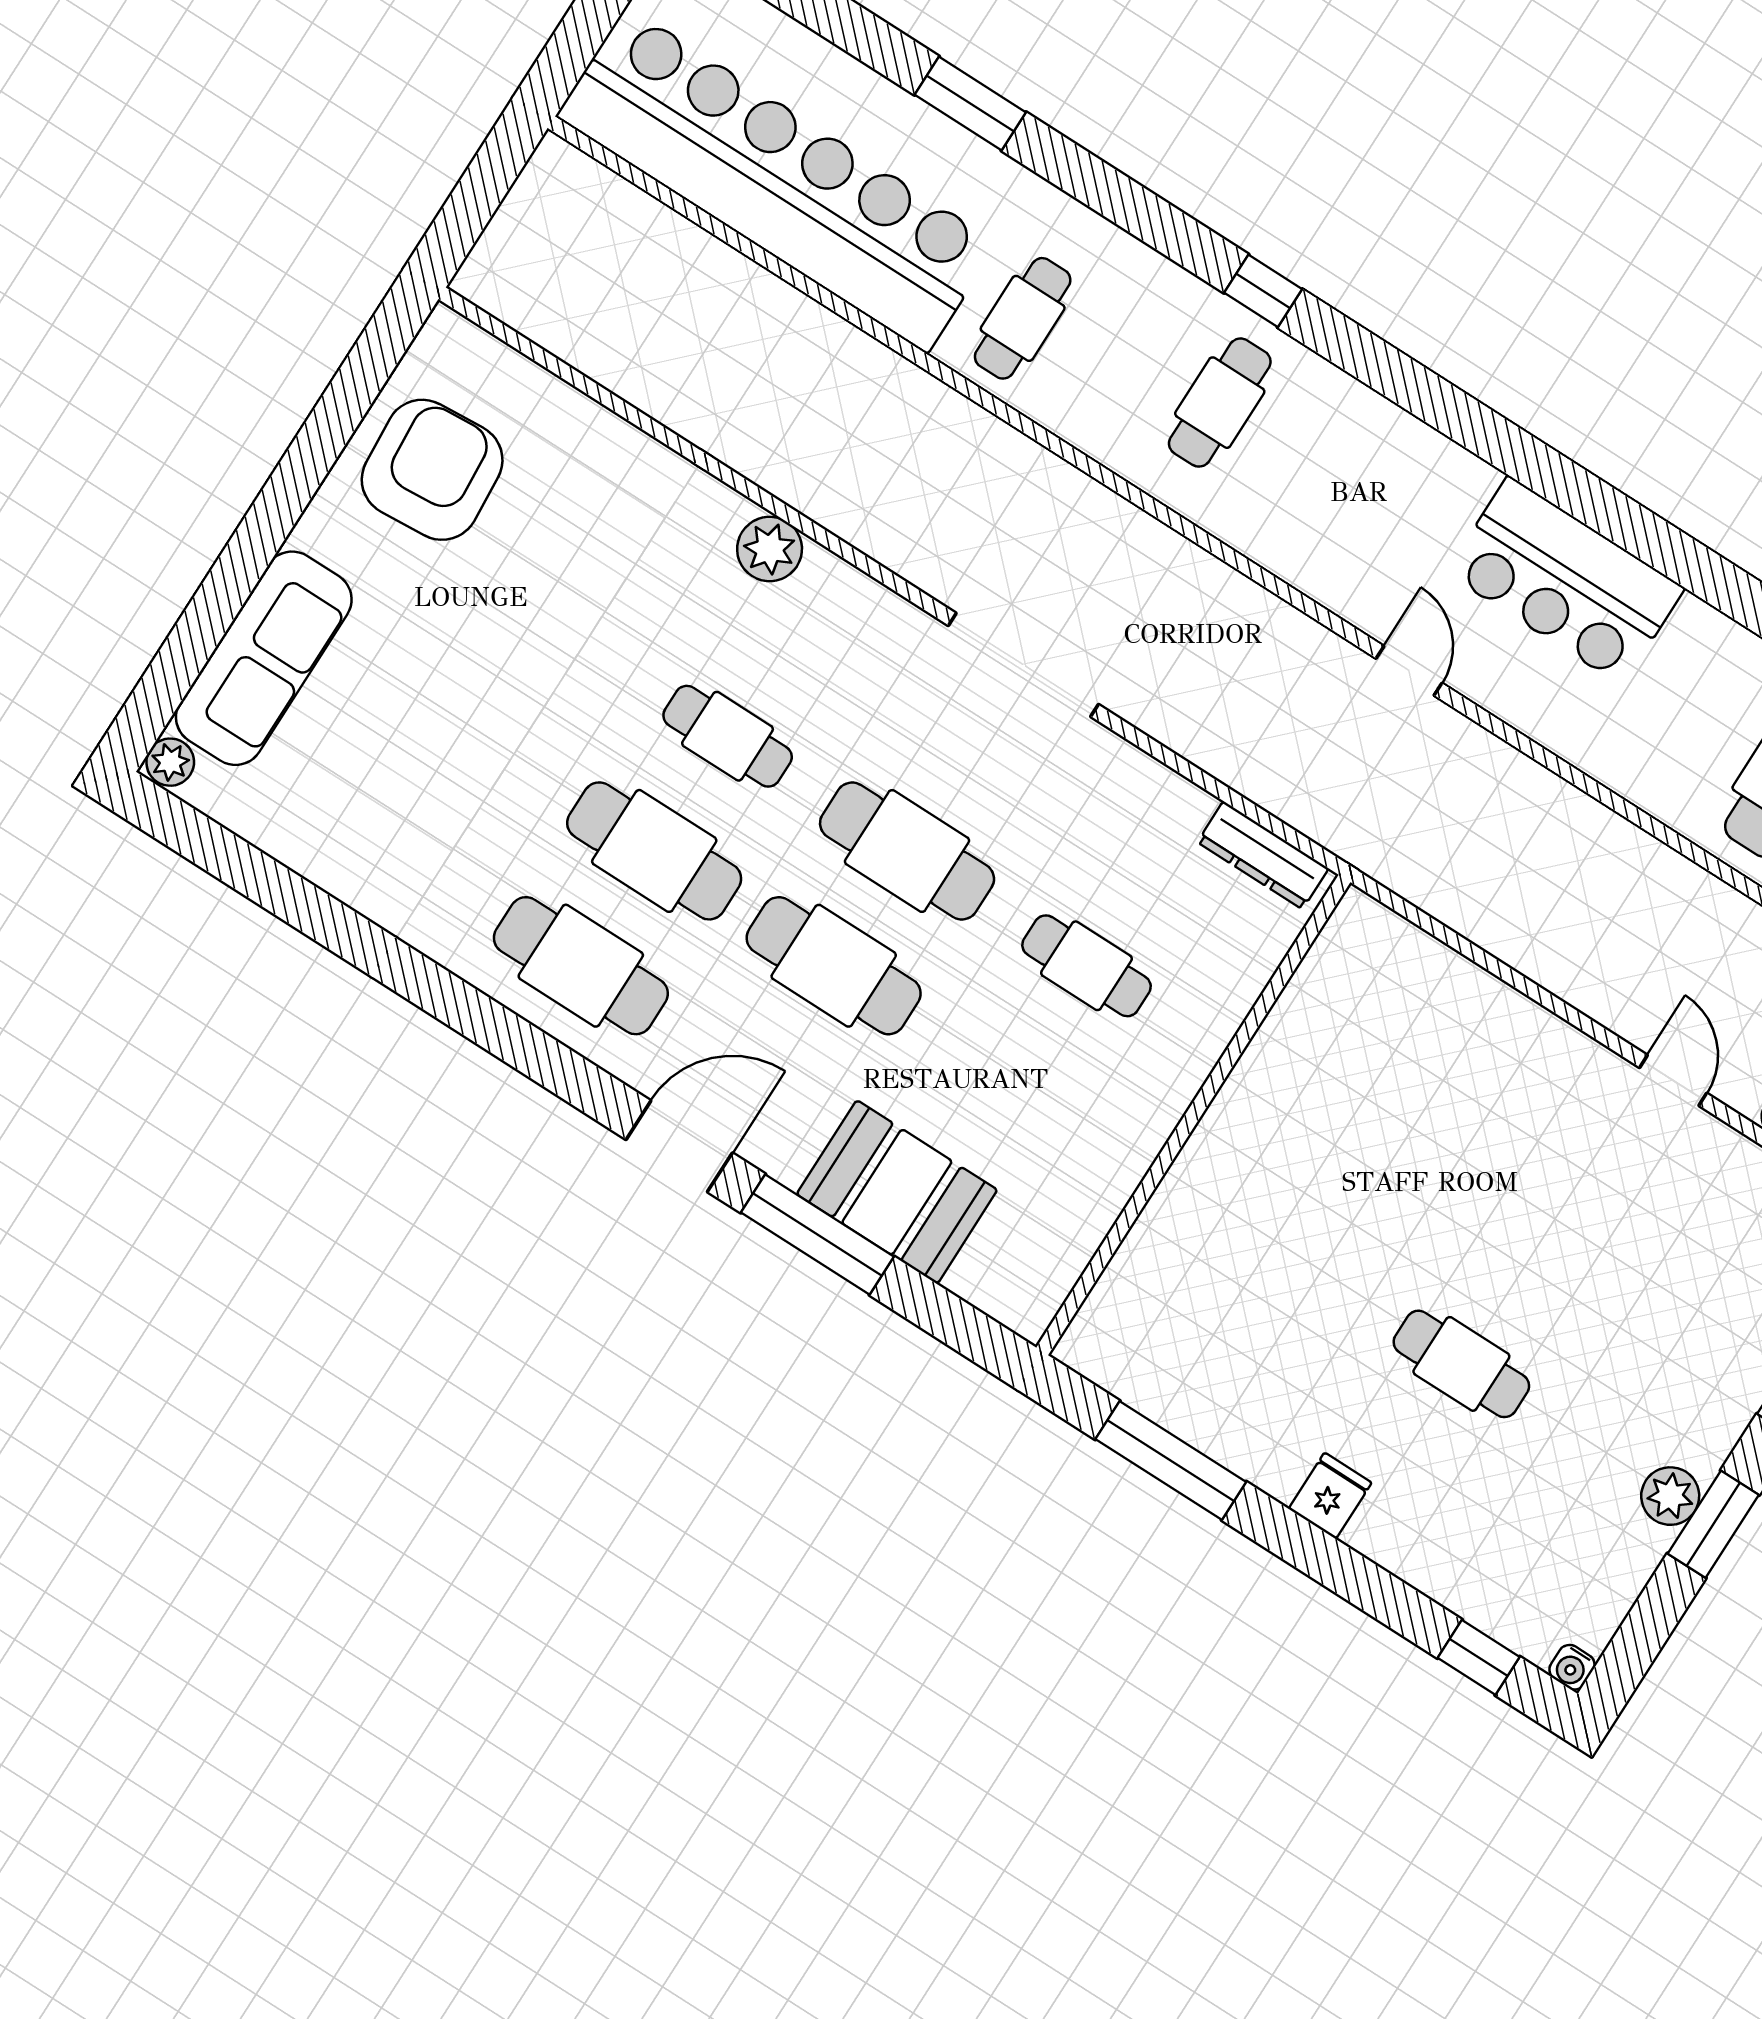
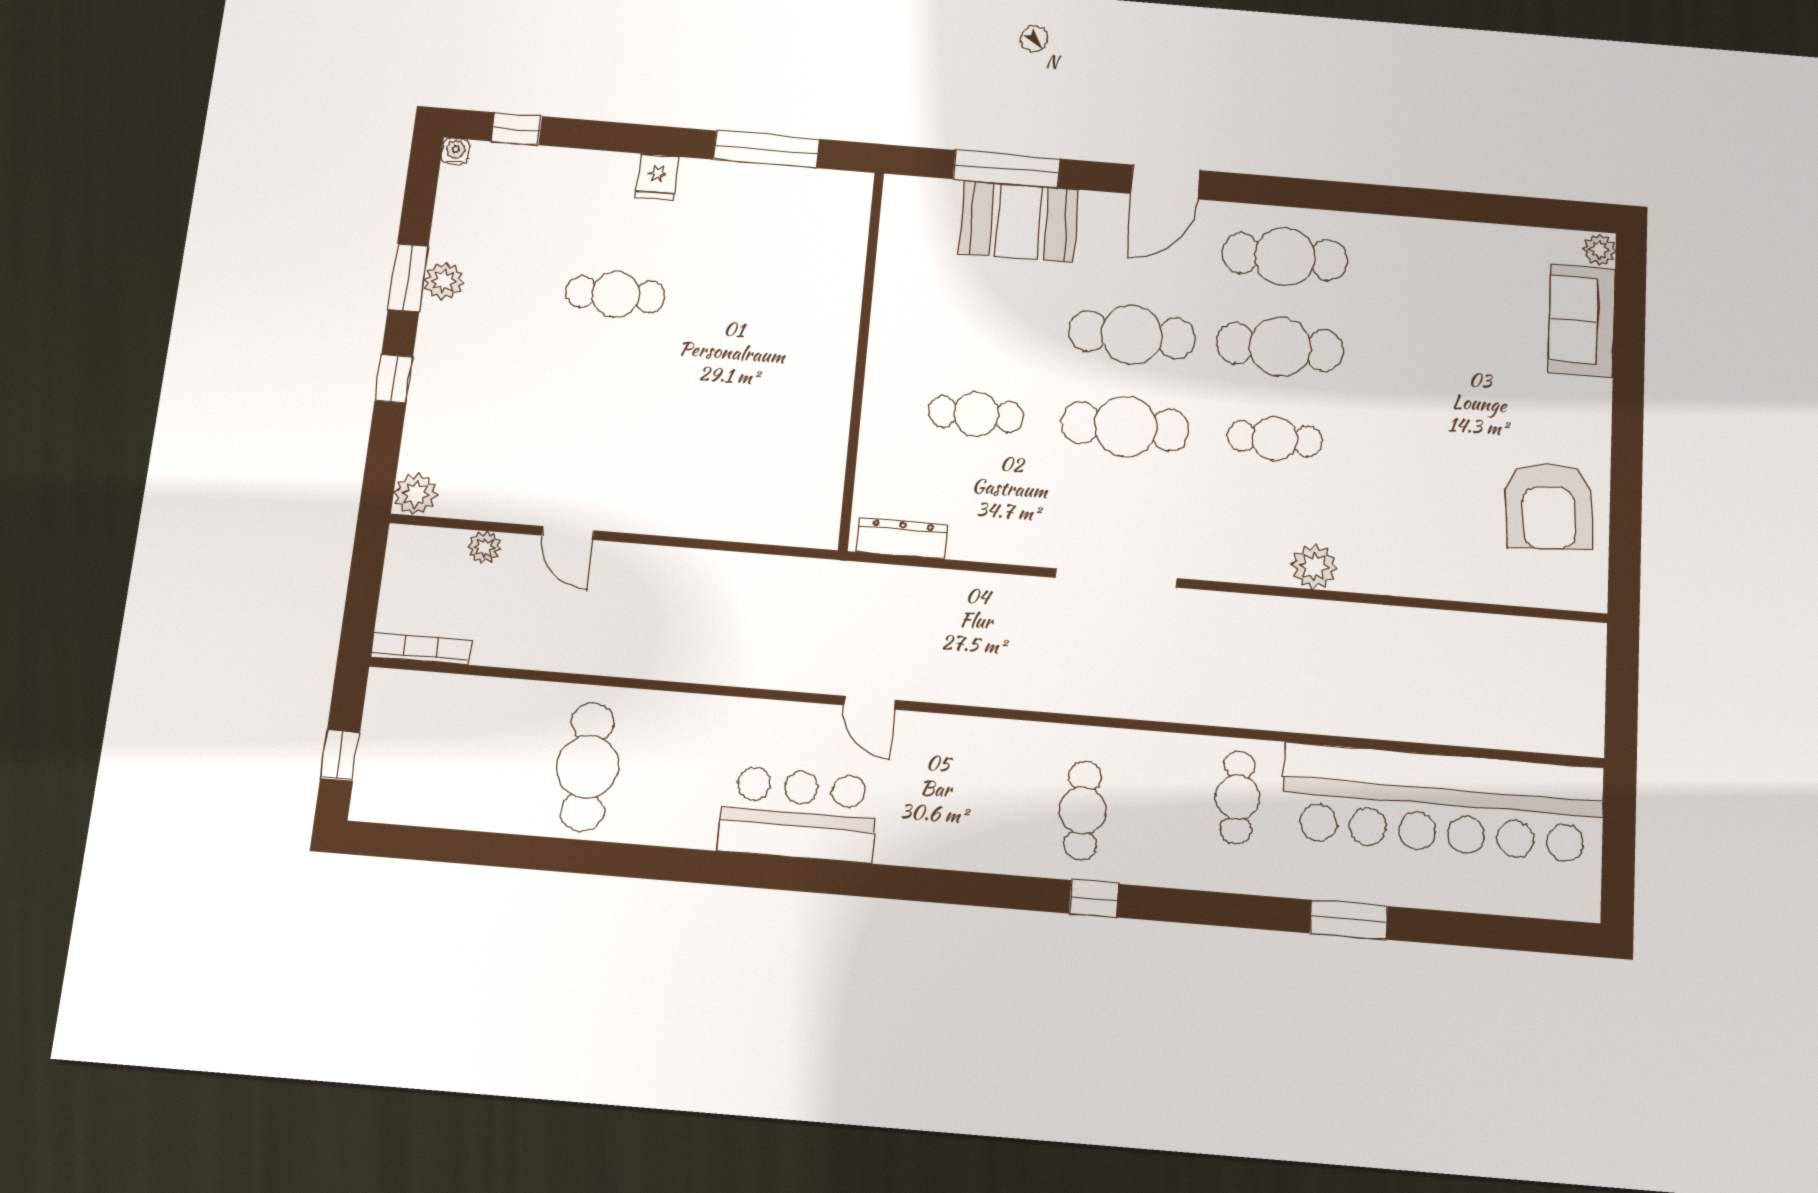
sofa: (264, 658) -> (1582, 320), width x0.73
window: (817, 1235) -> (1006, 169), moved

